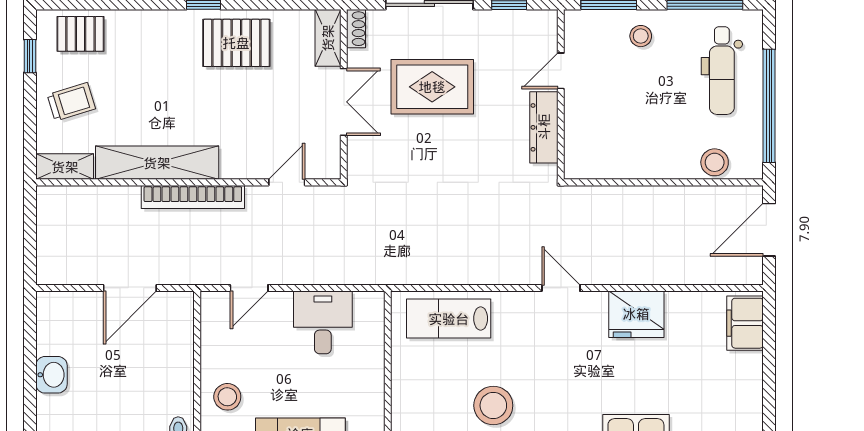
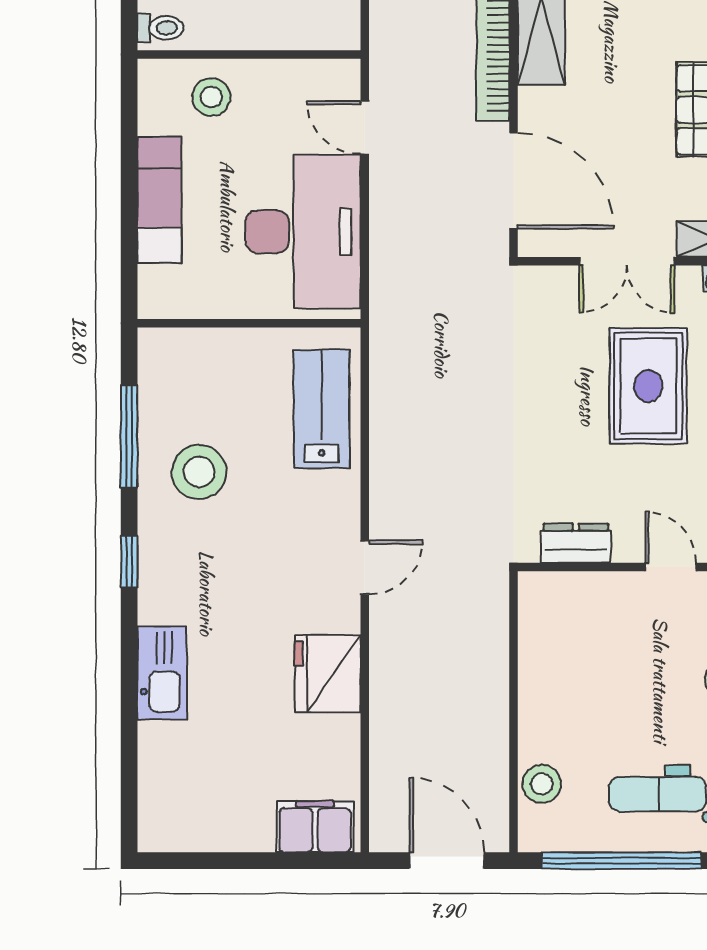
dresser: (544, 127) -> (576, 543), width x0.70
door: (287, 182) -> (513, 181), width x1.88
desk: (323, 322) -> (303, 232), width x1.87, depth x1.30

